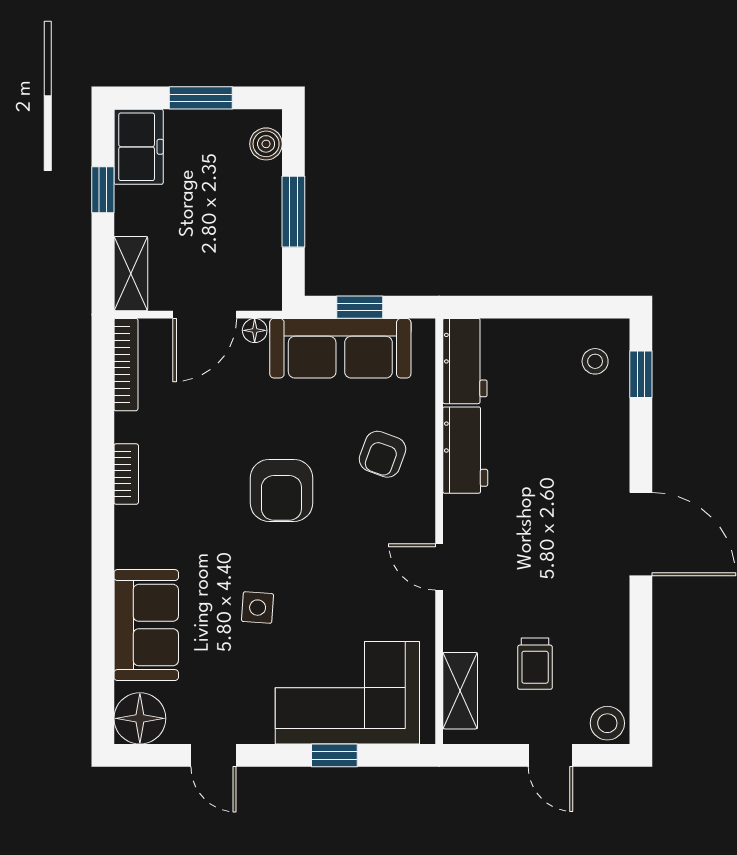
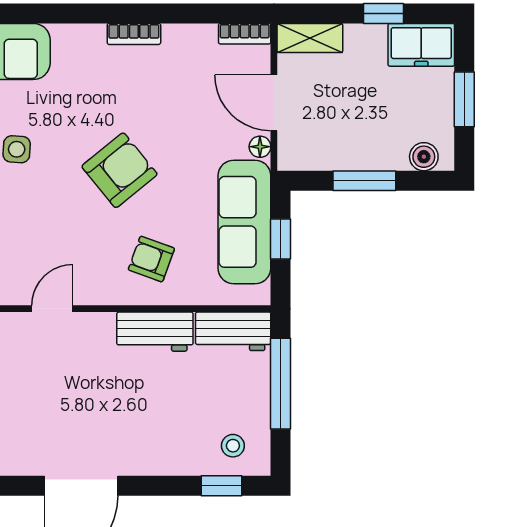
window: (524, 307) -> (281, 384), added
bookcase: (126, 365) -> (245, 34), width x0.64
armchair: (281, 490) -> (119, 170), turned 141

